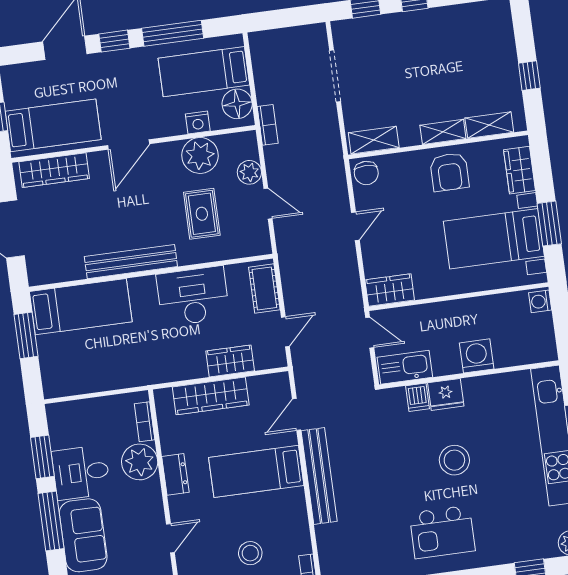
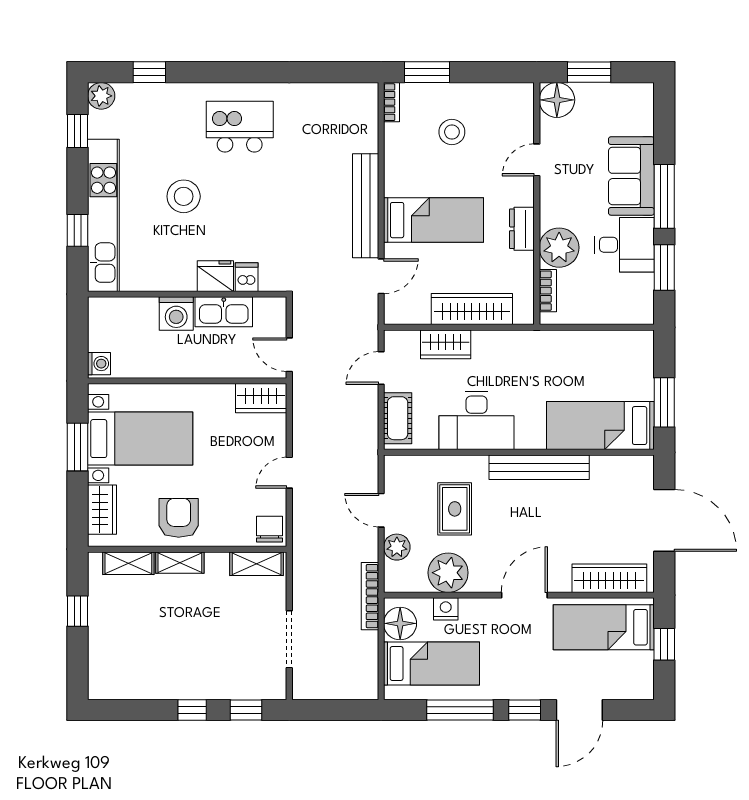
bookcase: (268, 125) -> (370, 596), width x1.56
kitchen sink: (405, 367) -> (224, 312), moved
stool: (454, 460) -> (184, 196), moved

